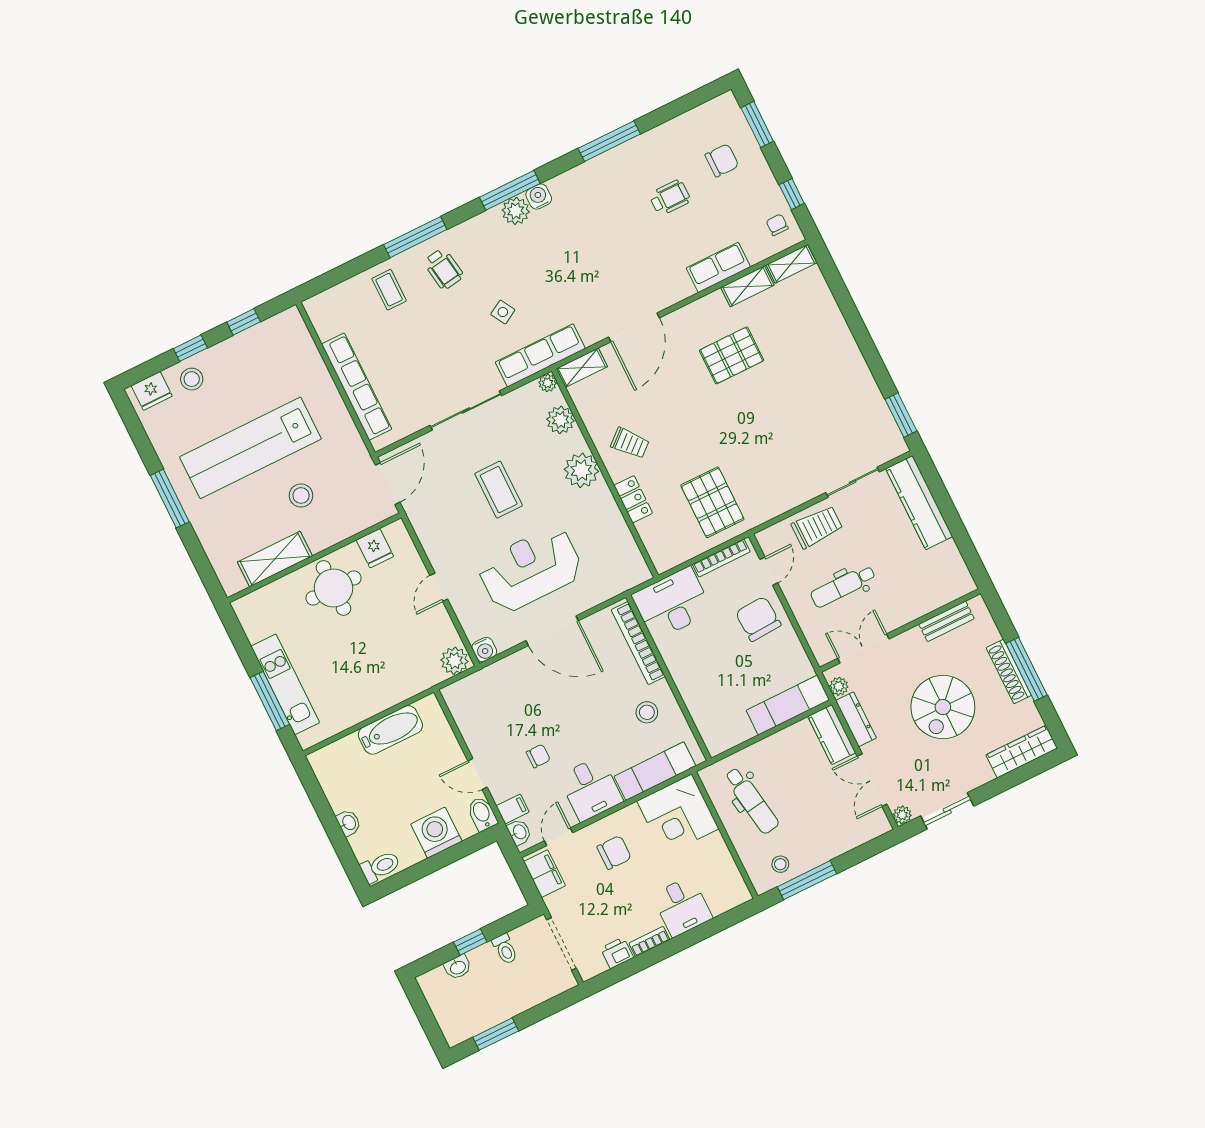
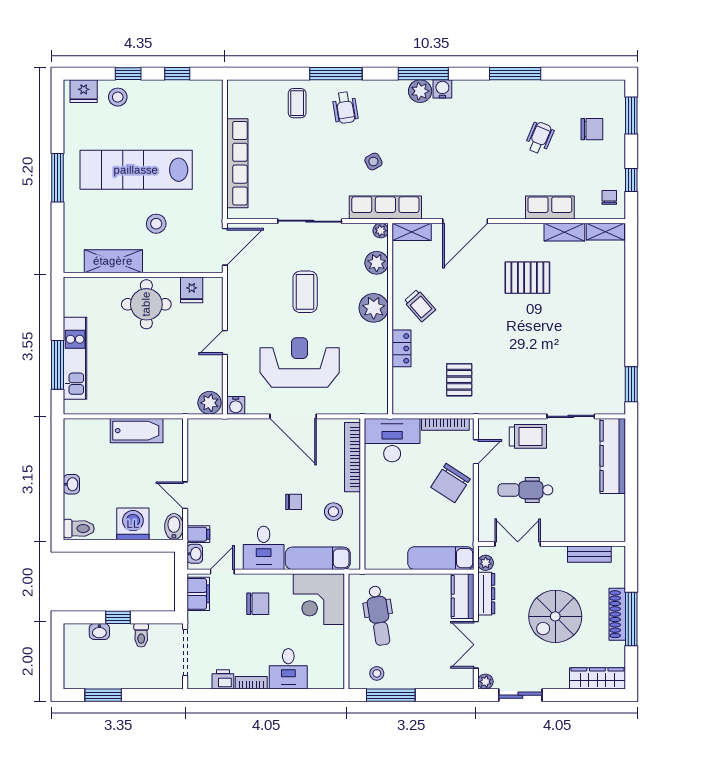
wheelchair: (670, 198) -> (540, 138), turned -67
pallet: (712, 502) -> (459, 380), width x0.67, depth x0.71
chair: (758, 619) -> (450, 483), turned -144
chair: (538, 756) -> (294, 502), moved

